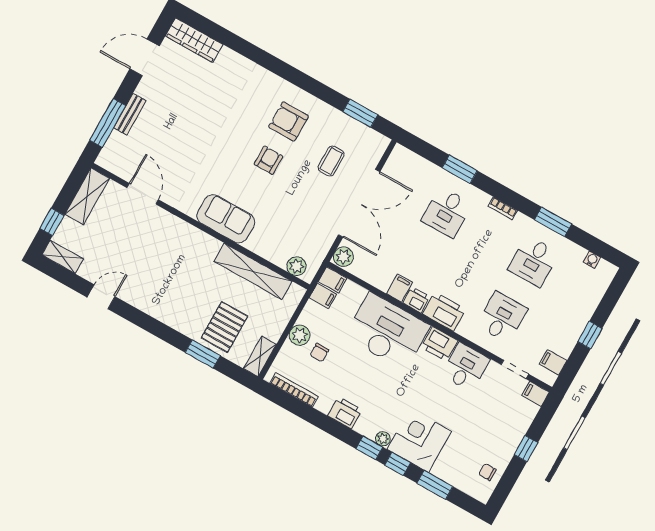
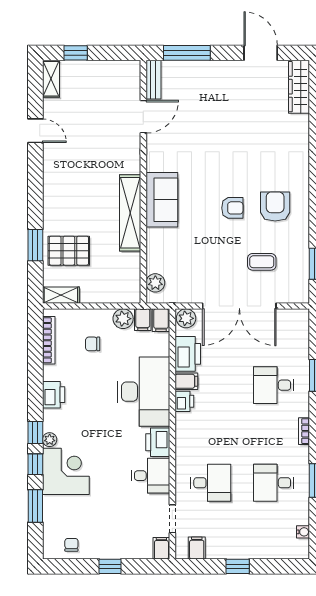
bench: (130, 114) -> (153, 80), moved, turned 90
shelving: (87, 196) -> (114, 71), removed
shelving: (253, 271) -> (130, 213), moved
printer: (444, 312) -> (188, 354), moved
plant: (300, 335) -> (123, 319), moved

